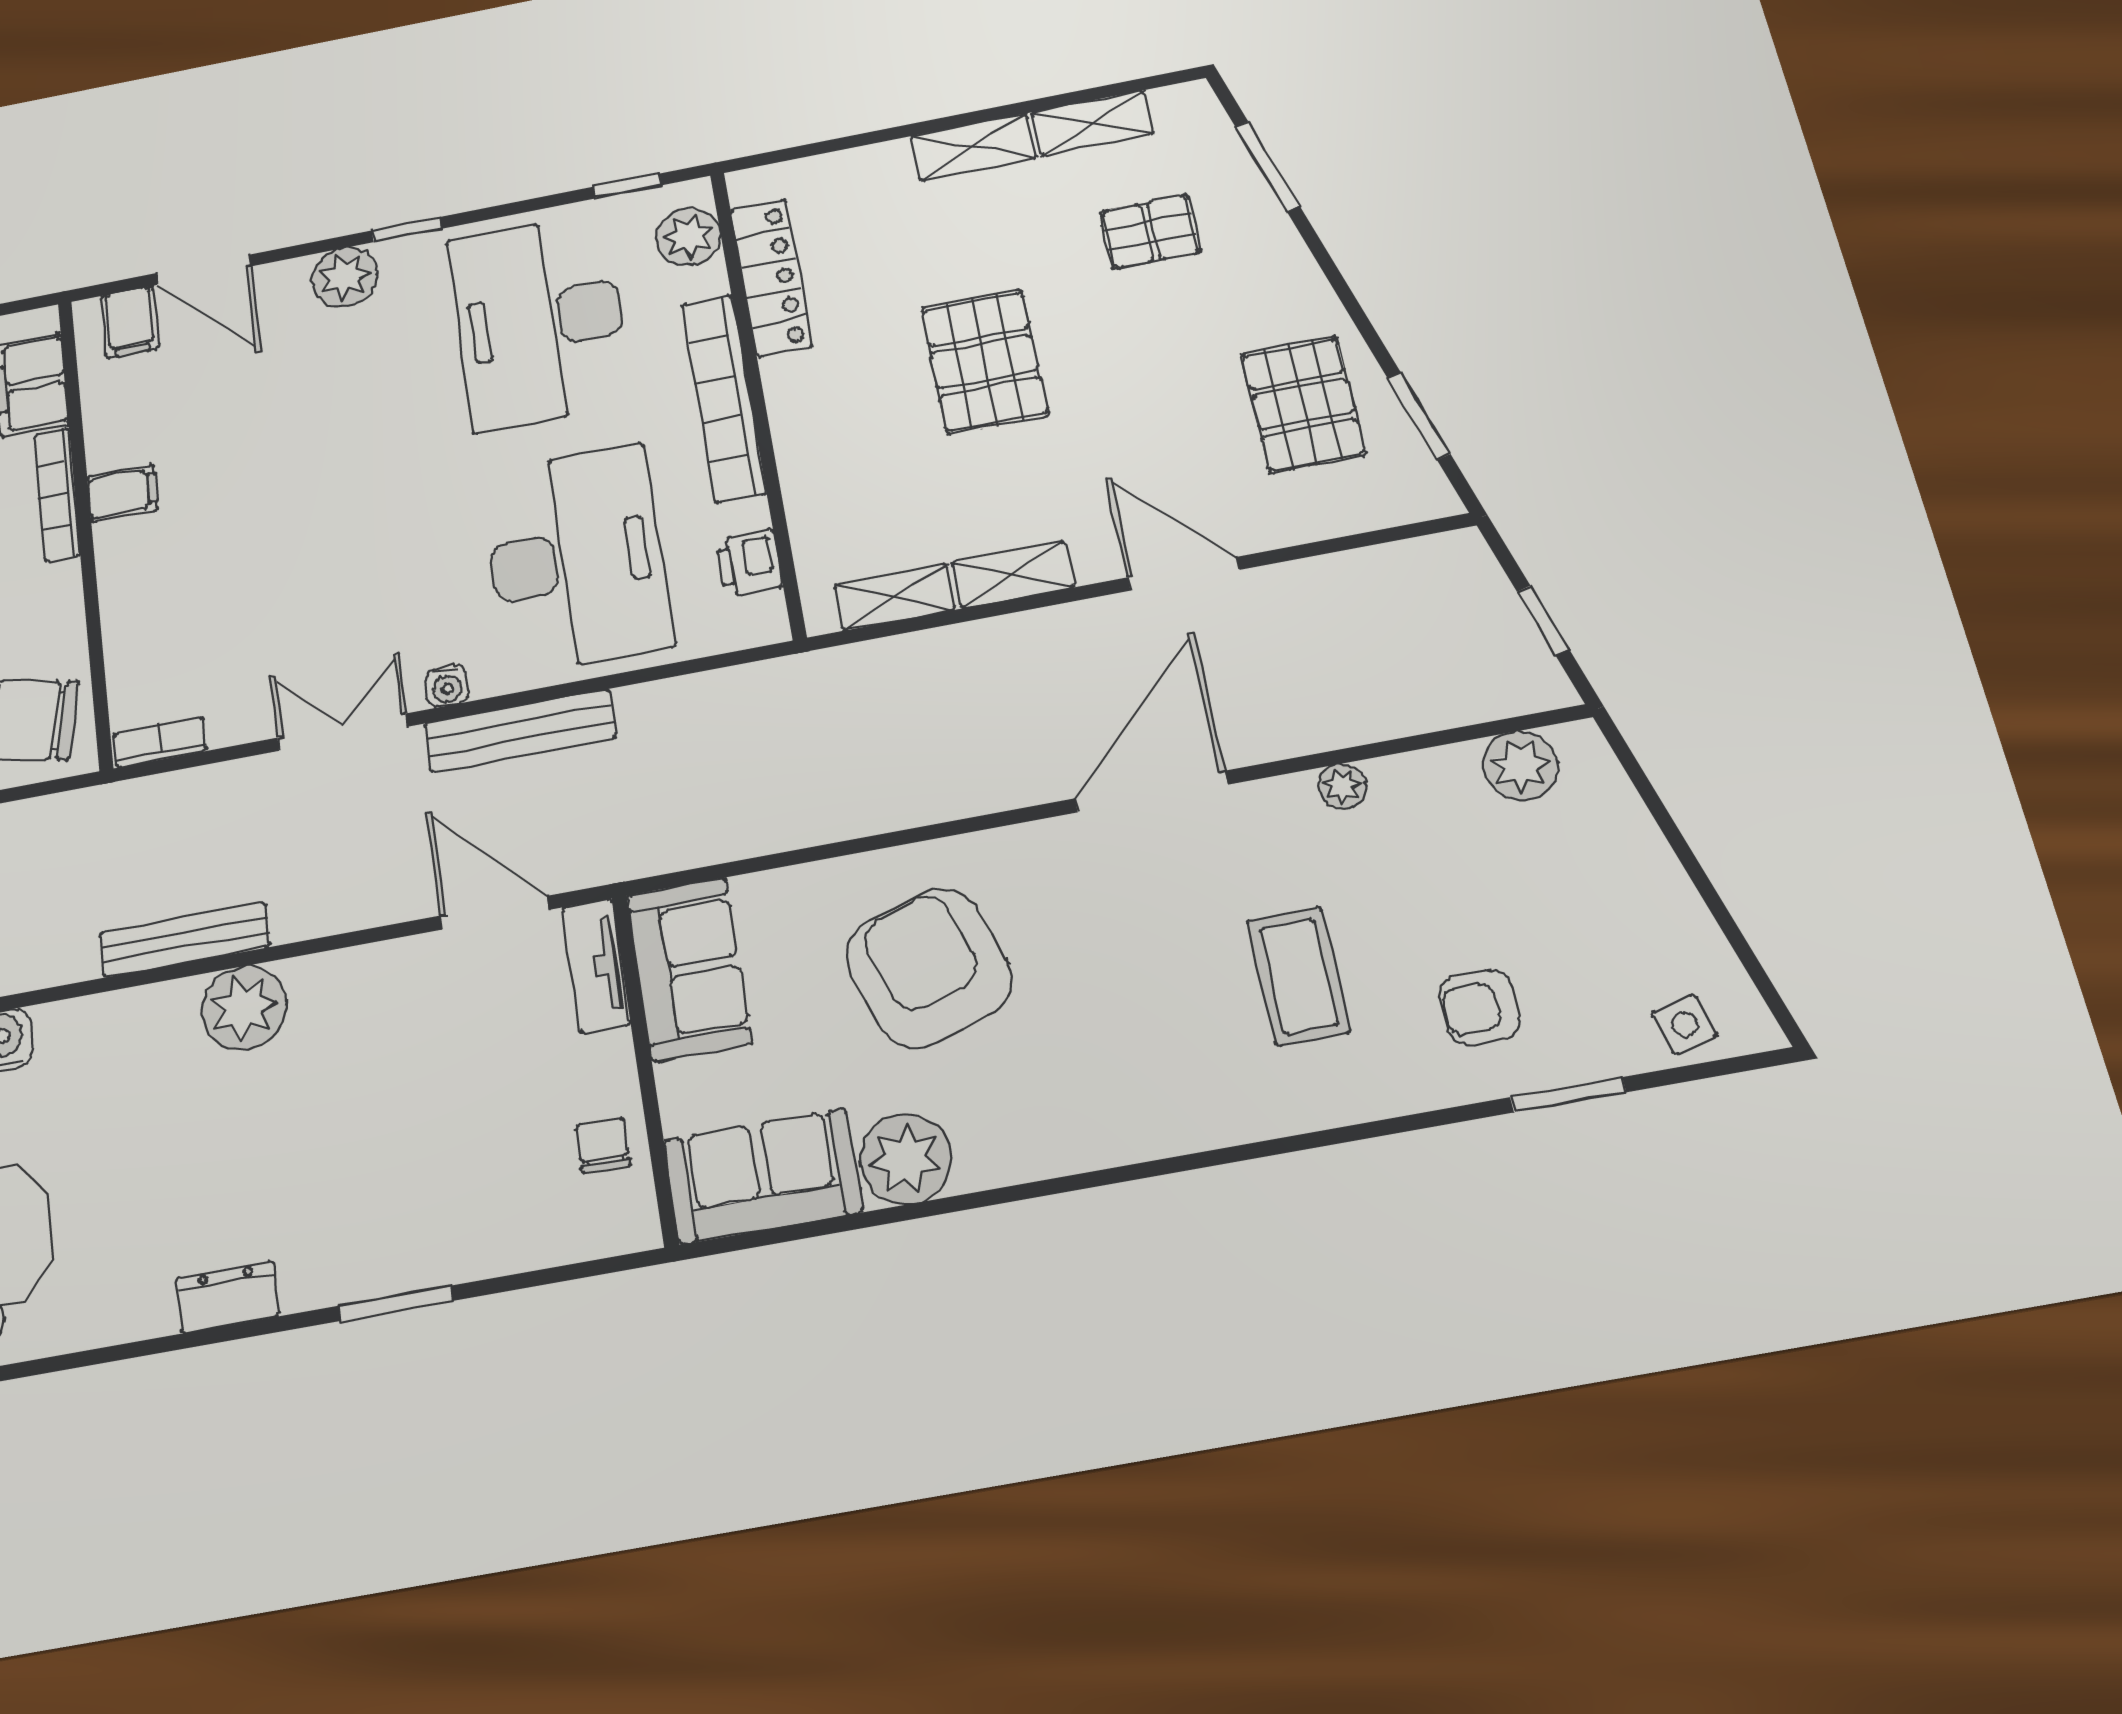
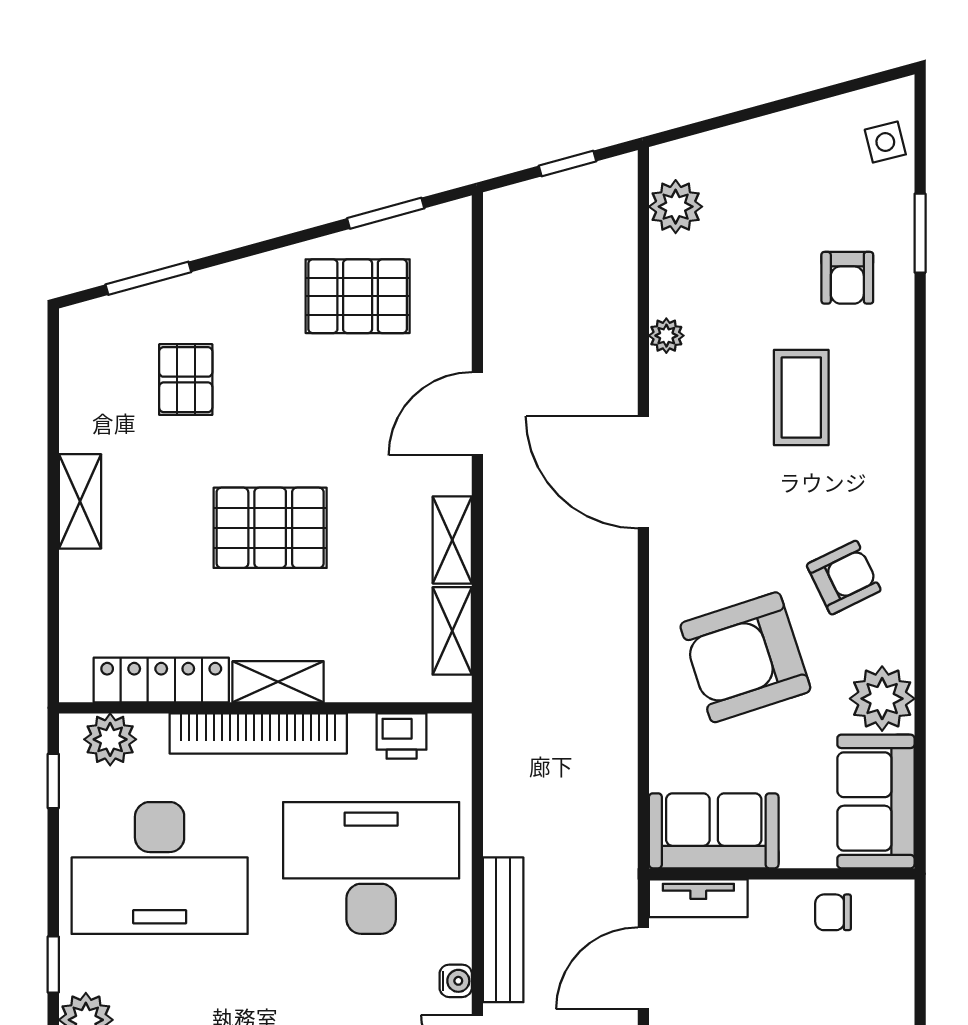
shelving: (1092, 123) -> (278, 682), moved, turned 90
coffee table: (1299, 976) -> (801, 398), turned 90
armchair: (1063, 1077) -> (844, 578), added

